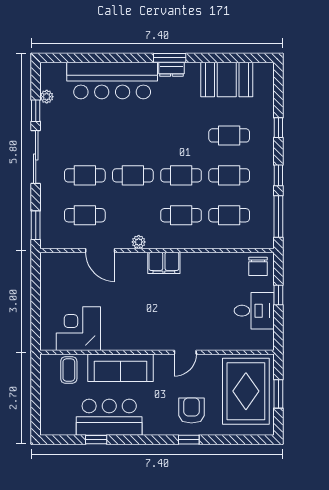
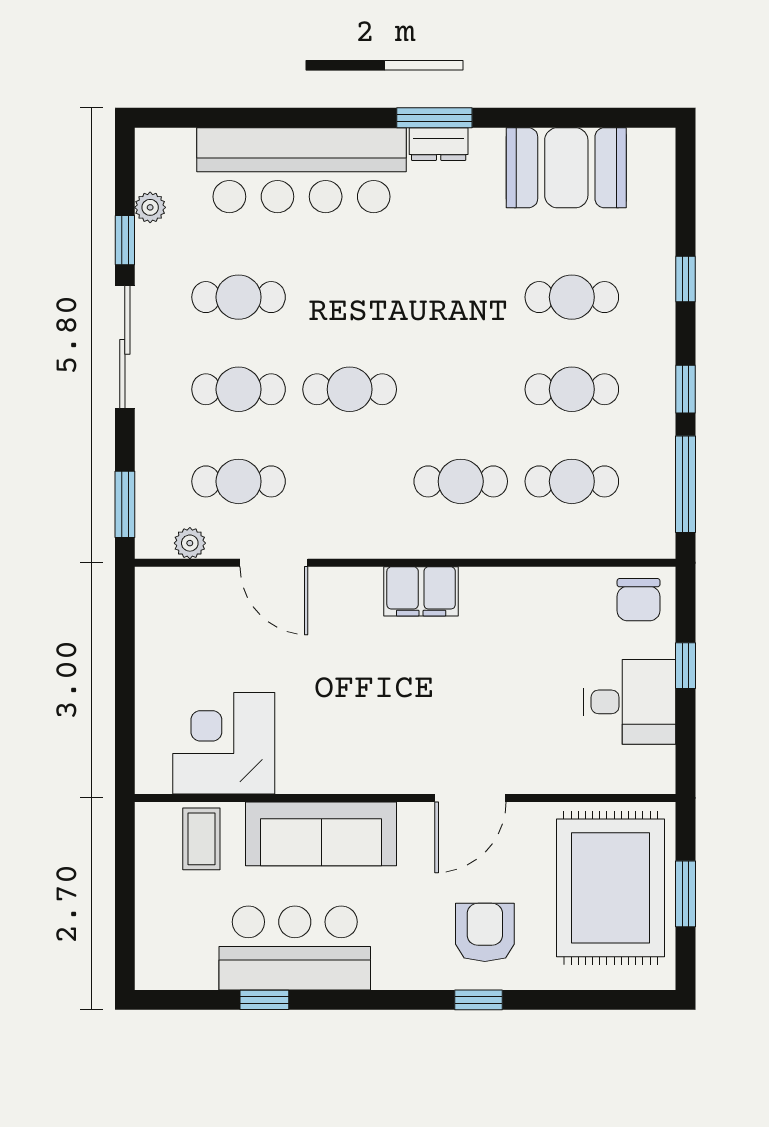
cafe table: (181, 175) -> (239, 297), moved
plant: (139, 242) -> (190, 543), moved
door: (185, 352) -> (470, 798), width x1.38

